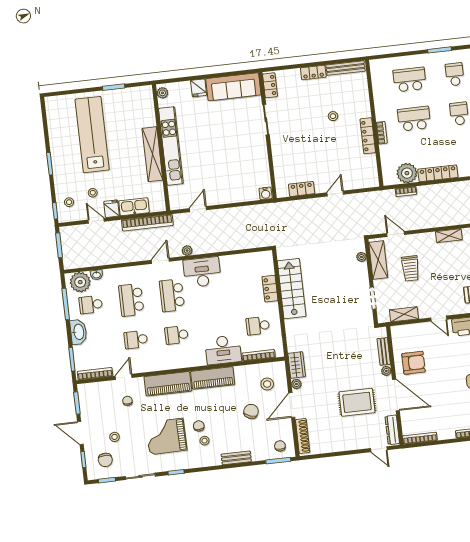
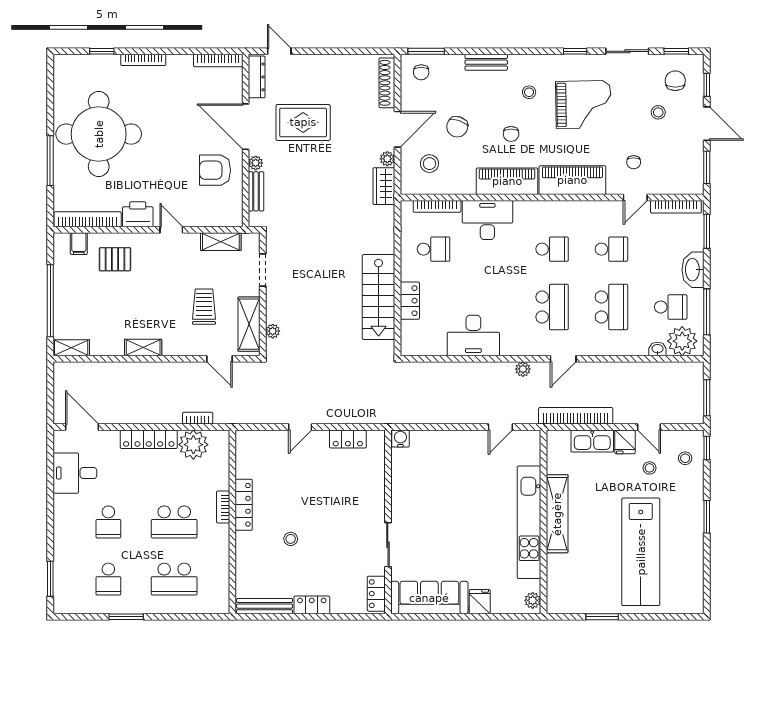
desk: (202, 272) -> (473, 335), moved
chair: (199, 426) -> (511, 134), moved

